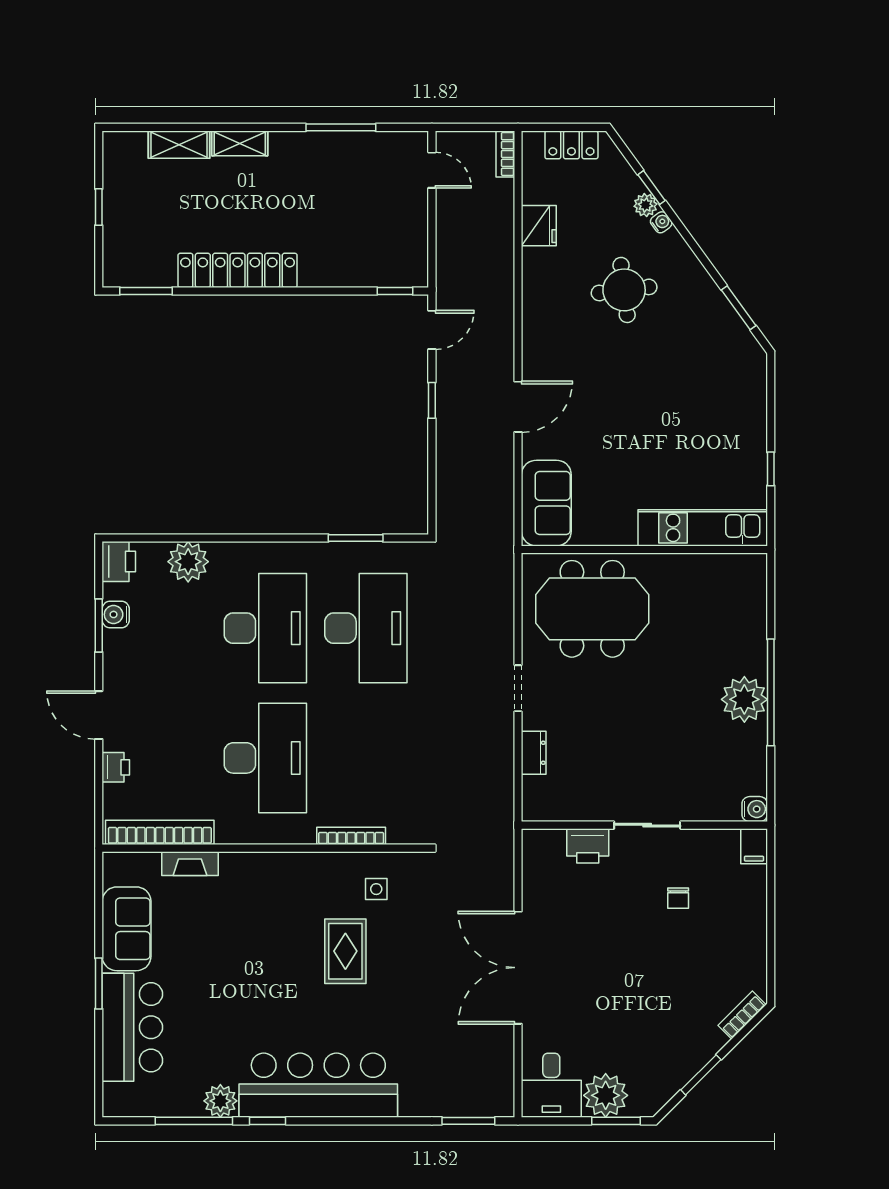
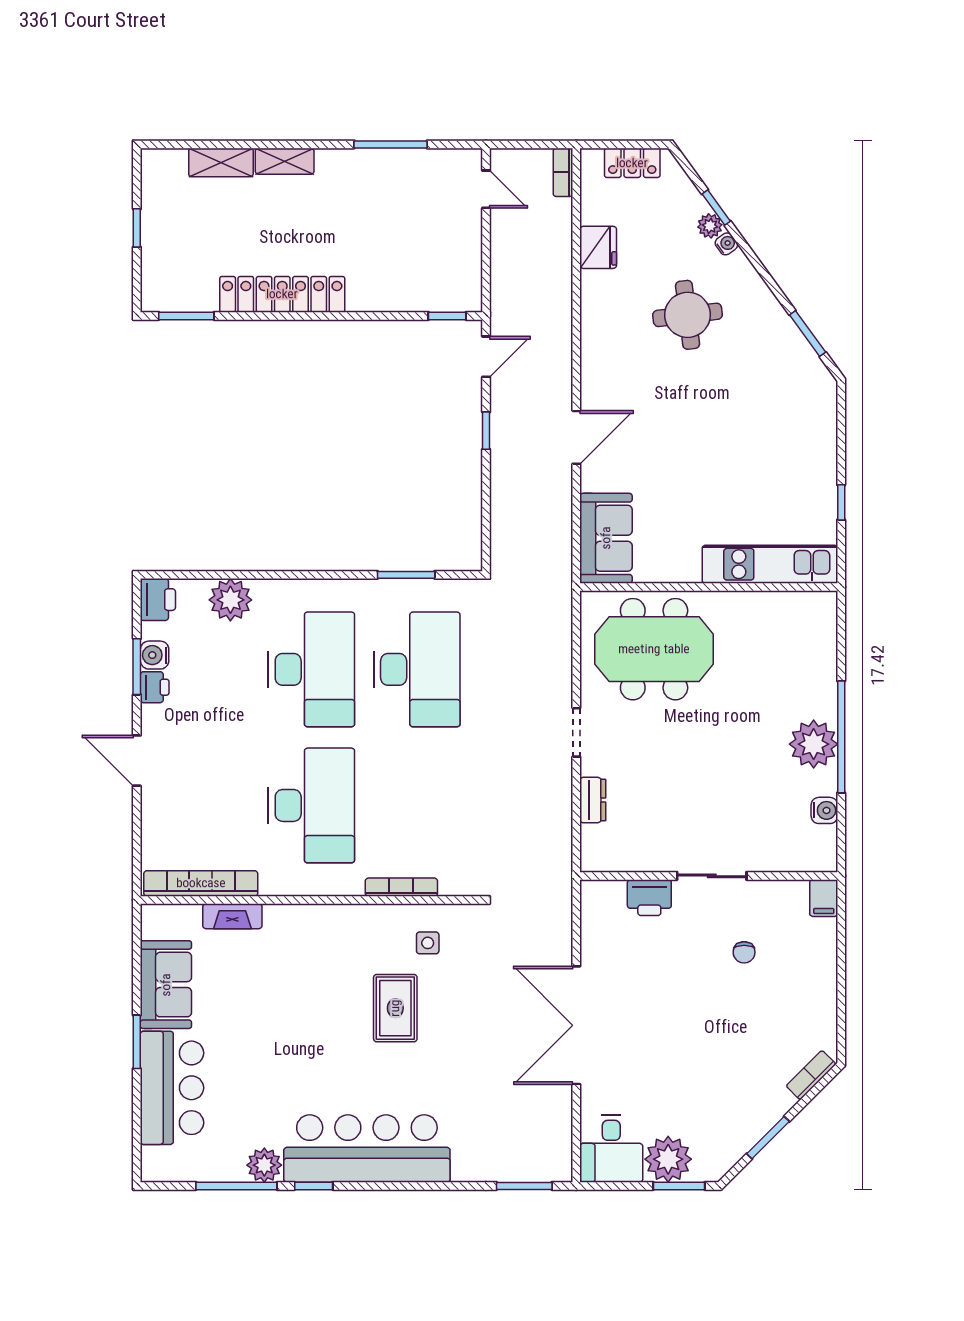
printer: (116, 767) -> (155, 687), moved
water cooler: (755, 809) -> (824, 810), moved

